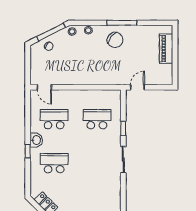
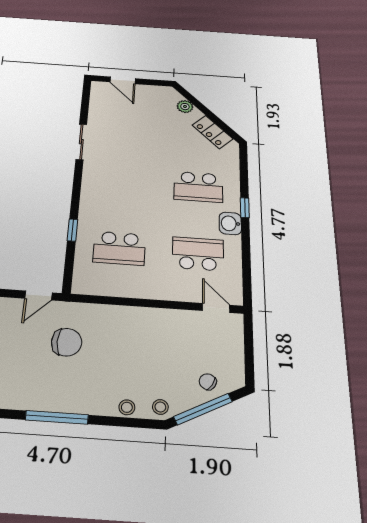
chair: (115, 40) -> (67, 342), moved, turned 141
school desk: (54, 119) -> (198, 254), turned 180
sliding door: (123, 160) -> (81, 142), moved

